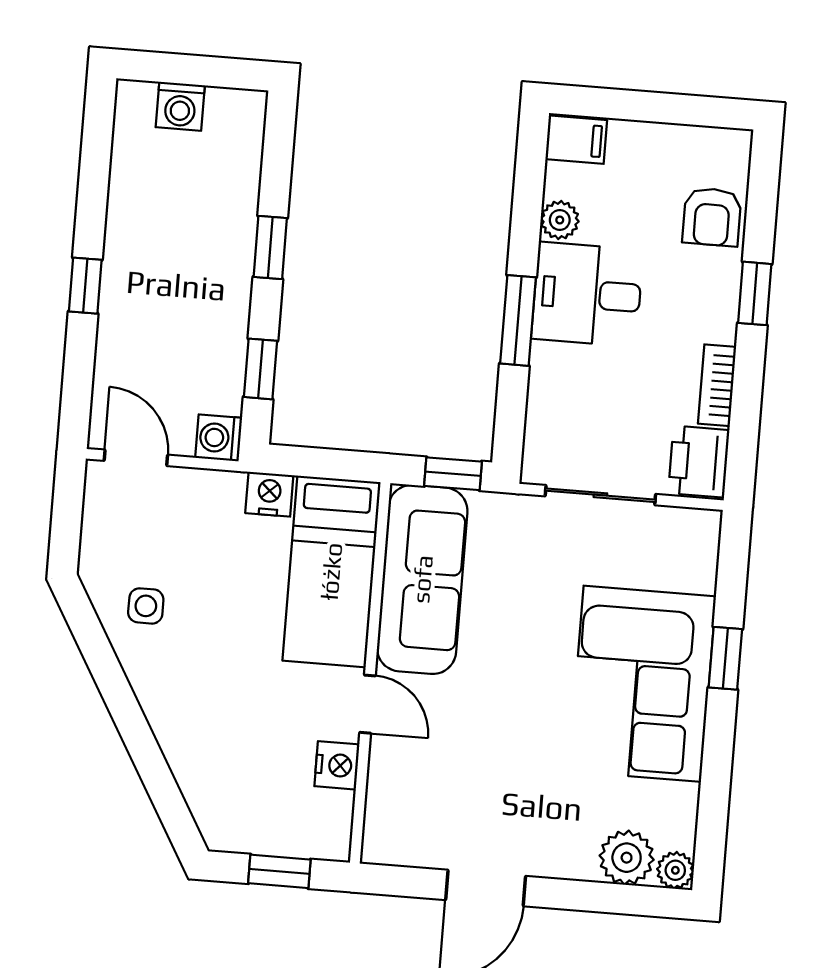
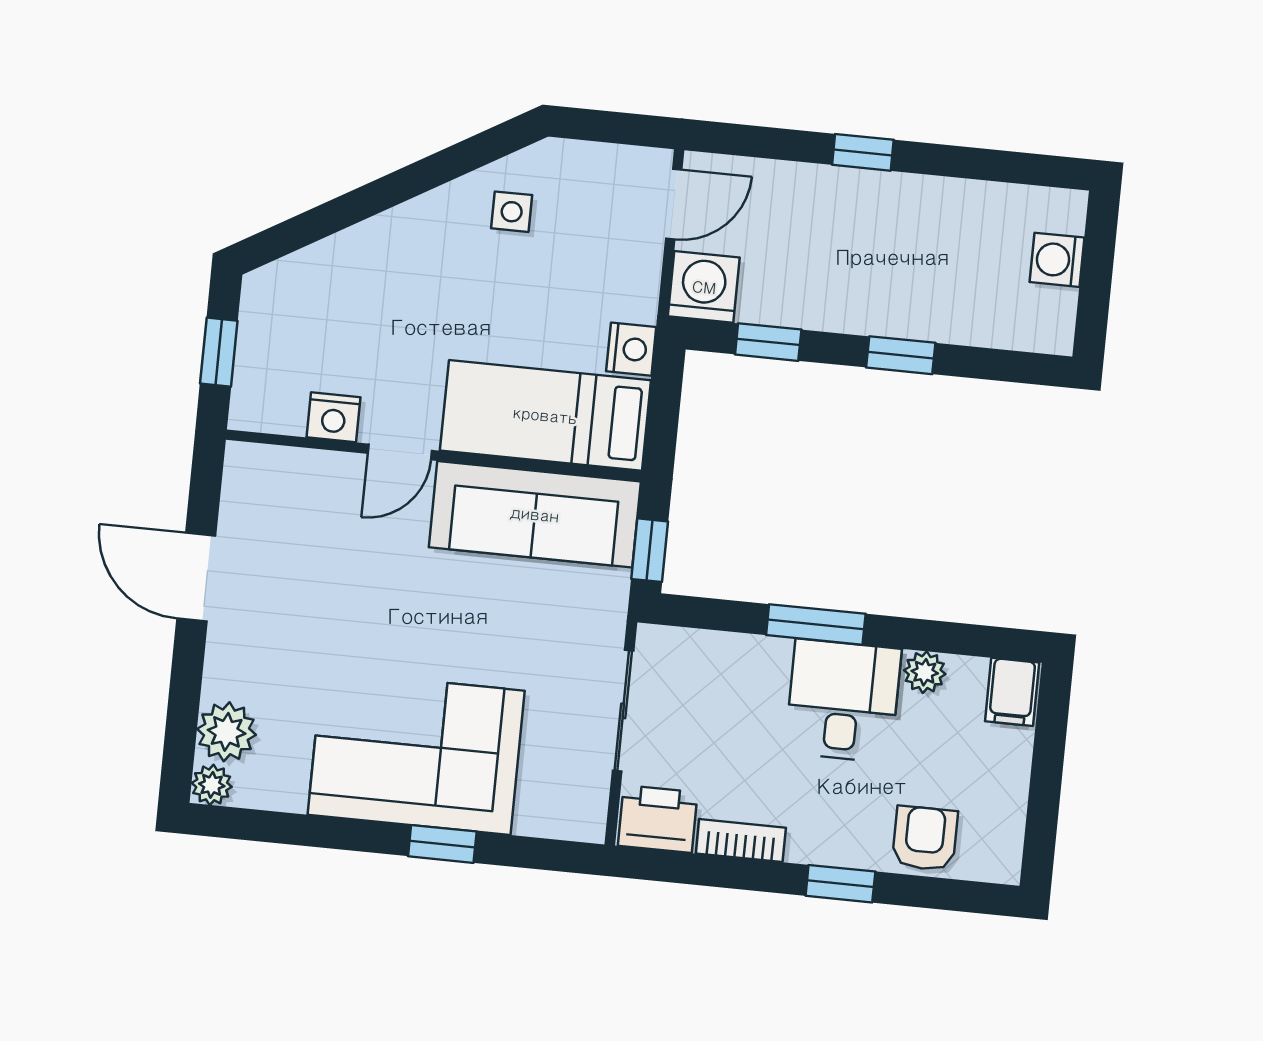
armchair: (712, 217) -> (925, 838), turned 90
washing machine: (219, 438) -> (704, 287), width x1.38, depth x1.38

